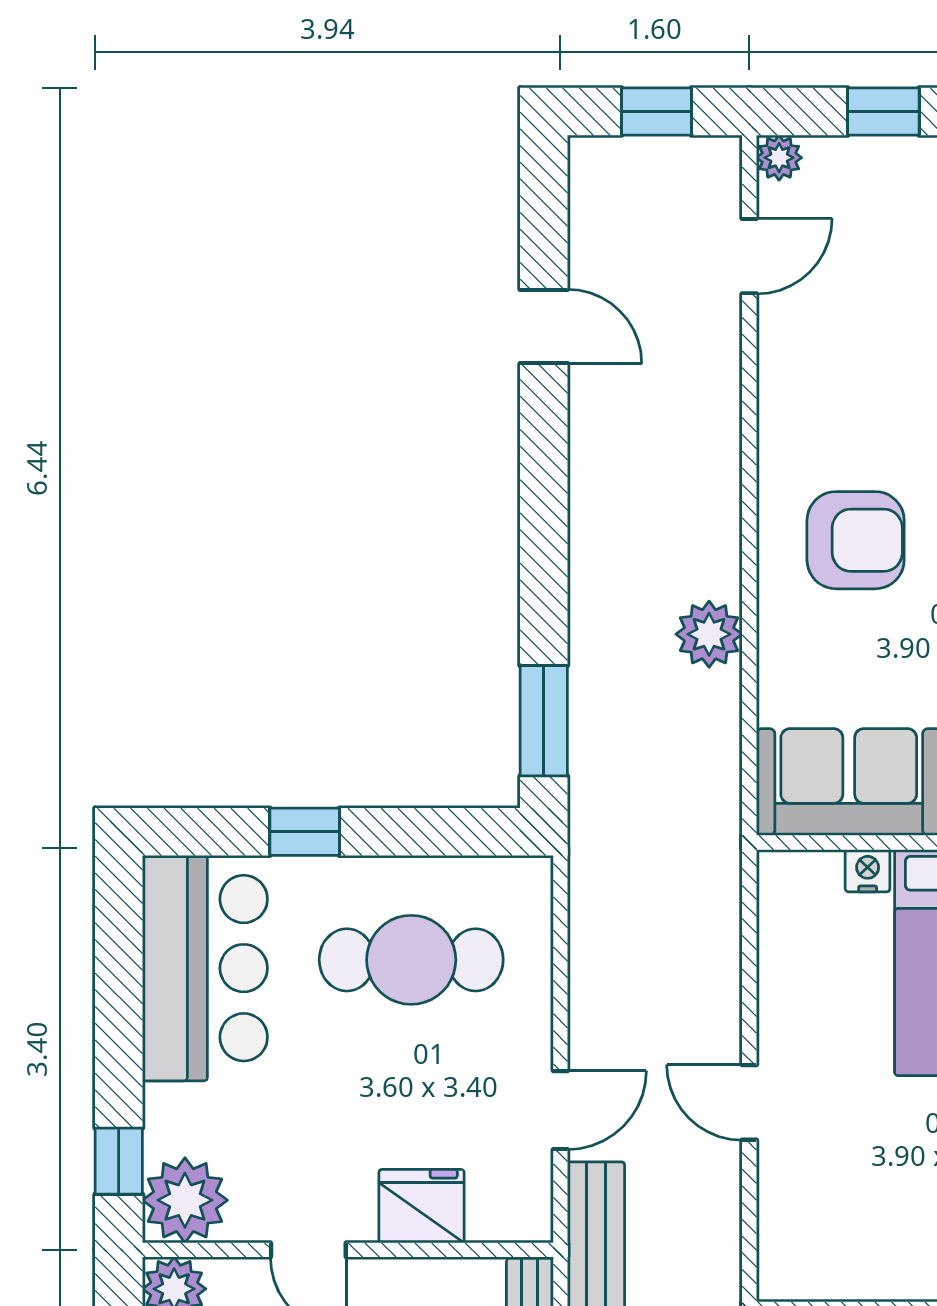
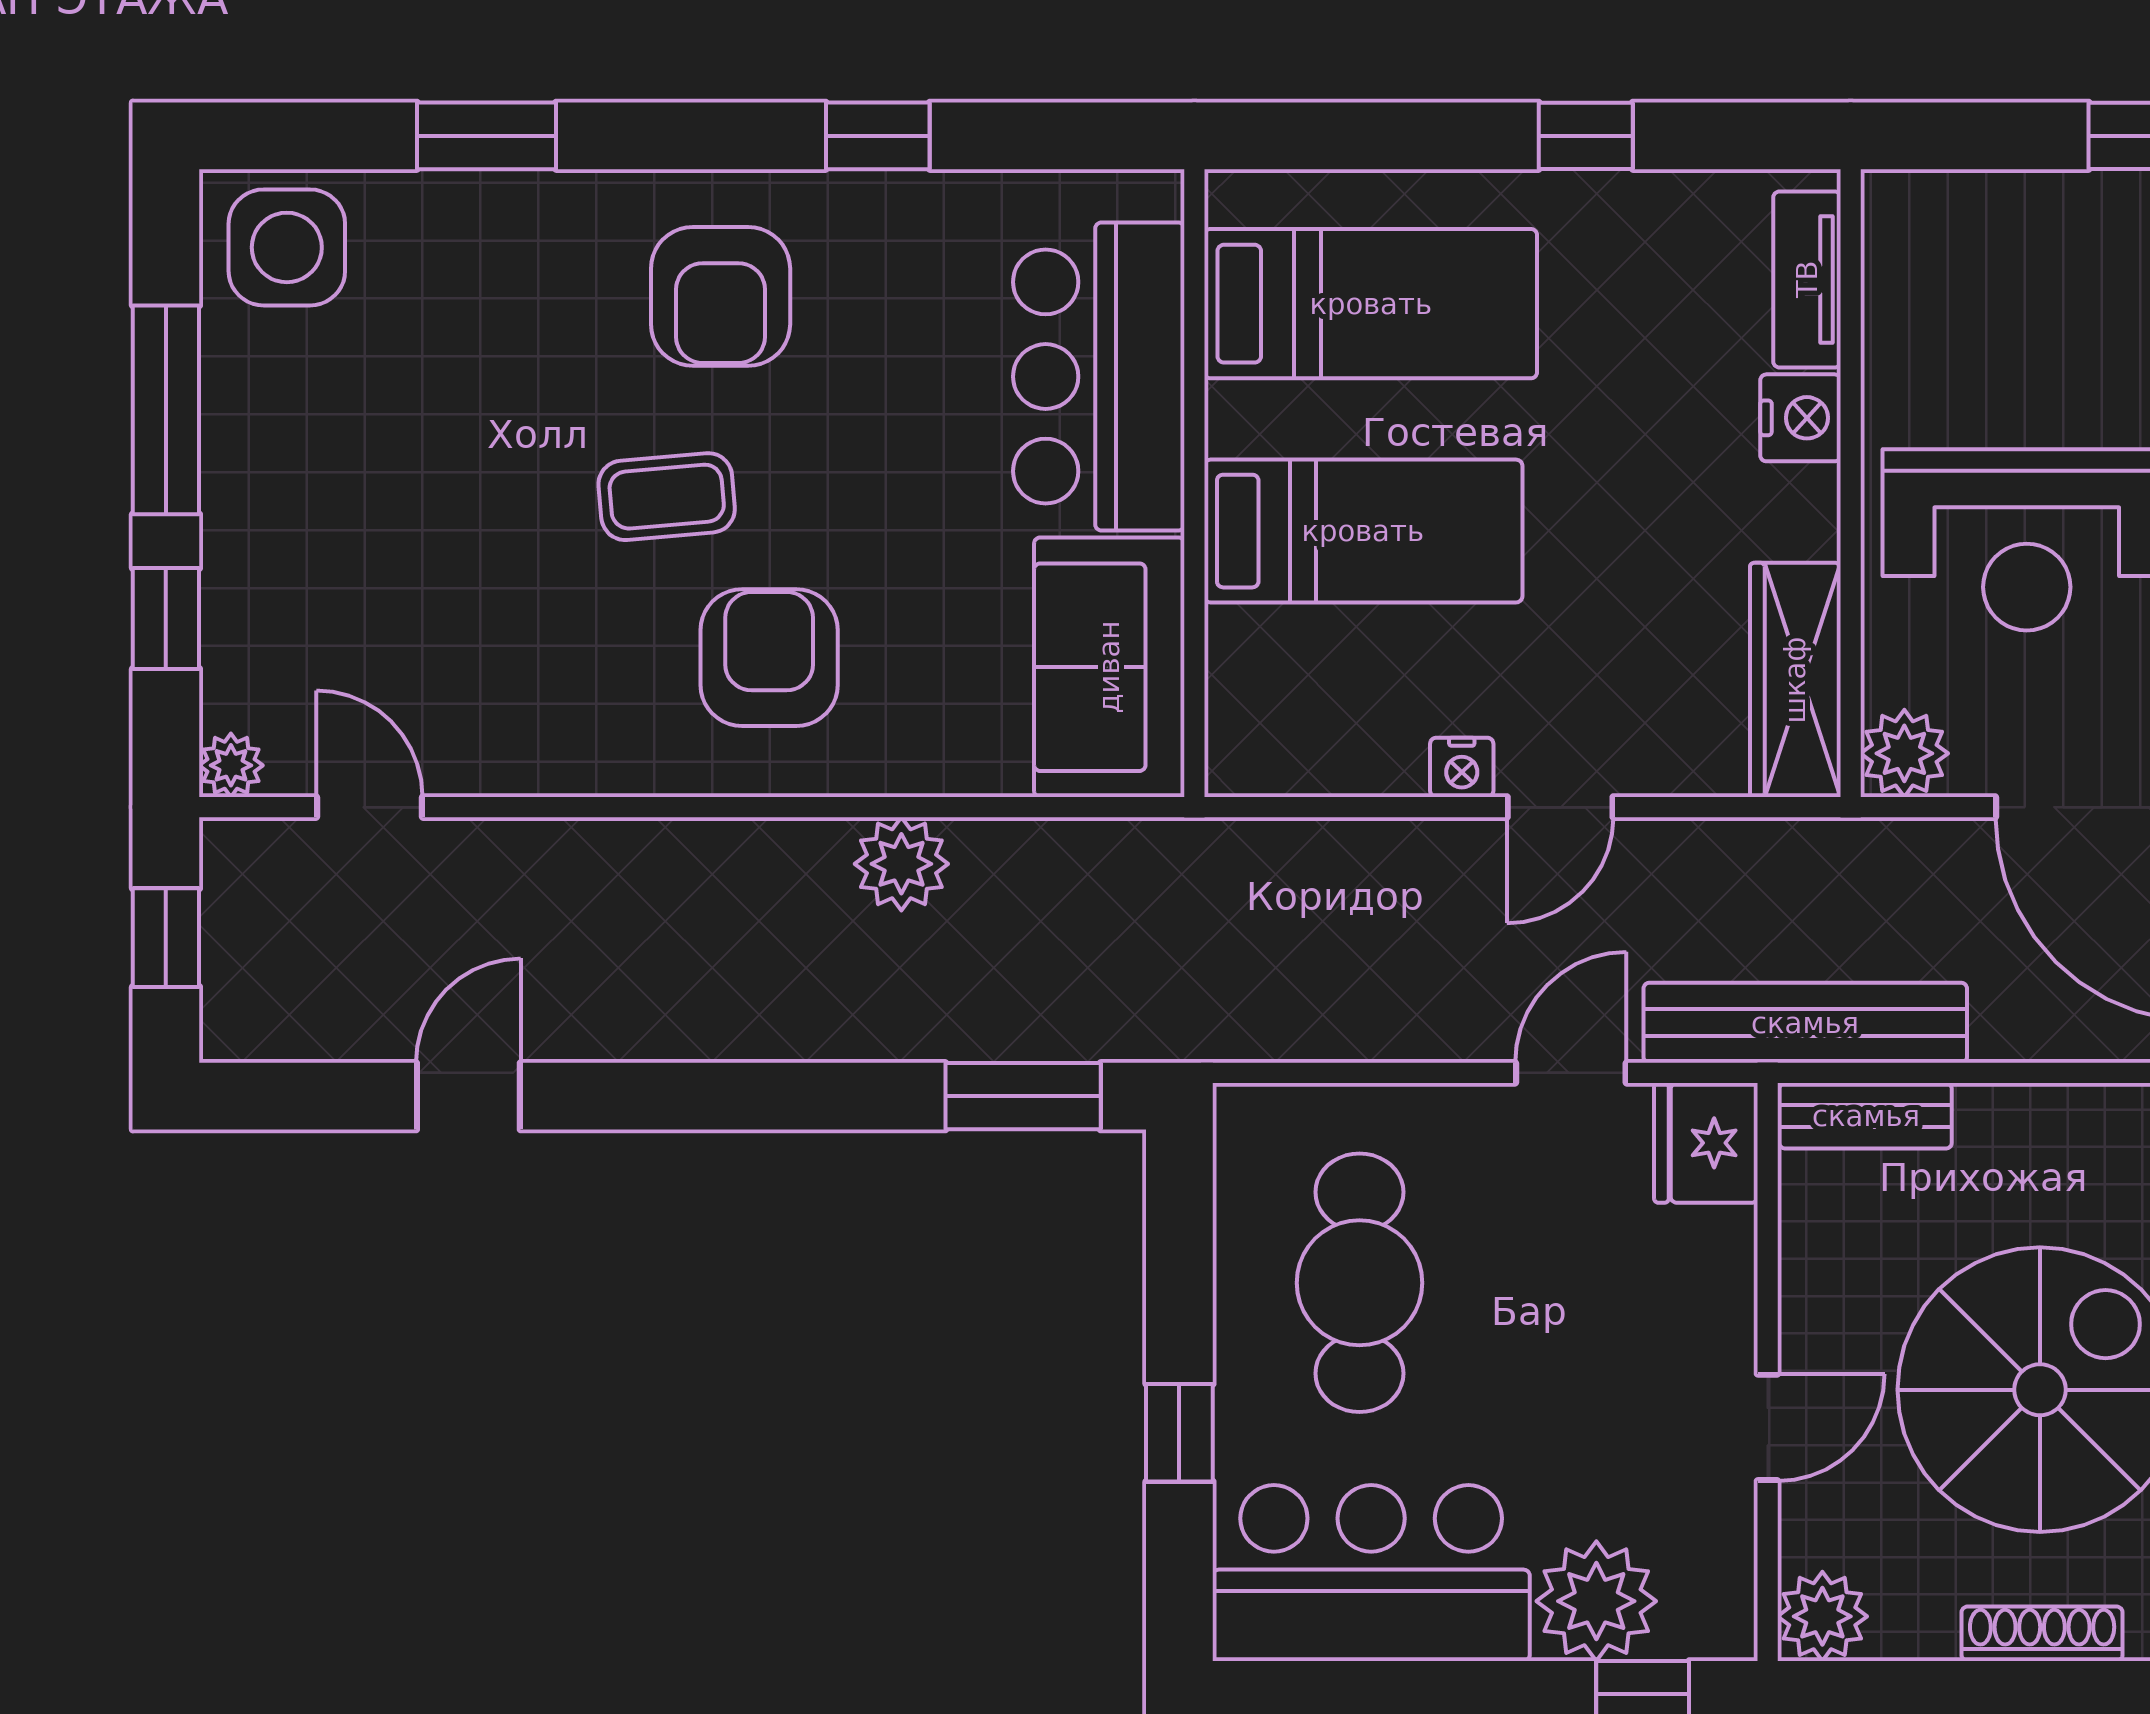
nightstand: (868, 871) -> (1462, 767), moved, turned -90
door: (560, 1110) -> (1571, 1073), hinge flipped
plant: (185, 1200) -> (1596, 1601), moved
fridge: (422, 1206) -> (1706, 1143), moved
wardrobe: (840, 1270) -> (1795, 680), added

